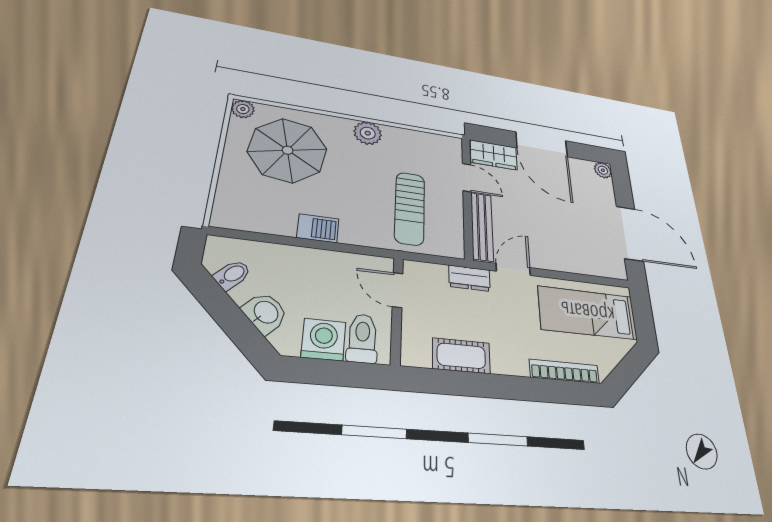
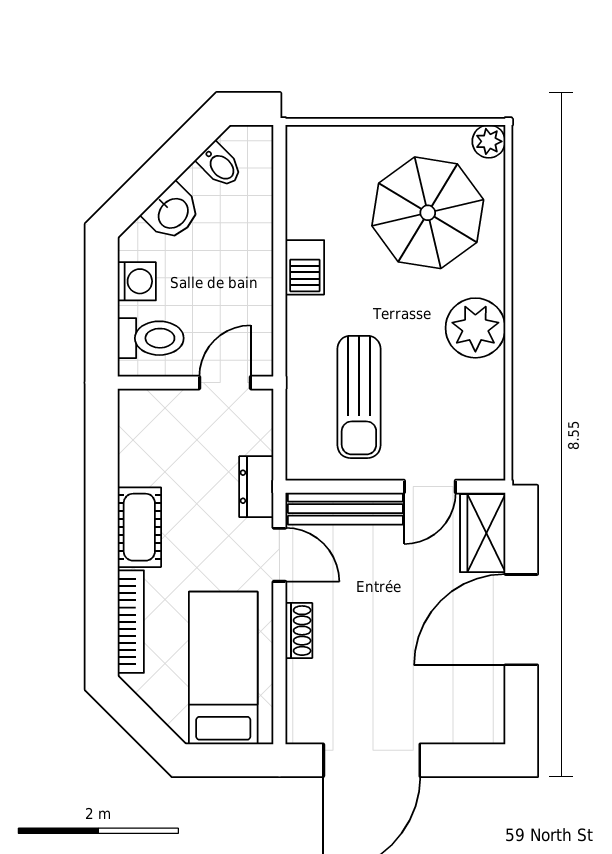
plant: (368, 133) -> (475, 328), width x1.36, depth x1.36
plant: (603, 170) -> (489, 728), removed
sun lounger: (410, 208) -> (359, 397), turned -90
shoe rack: (560, 264) -> (299, 631), added
washing machine: (324, 340) -> (137, 281), width x0.73, depth x0.73
cot: (461, 356) -> (139, 527), moved

